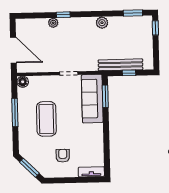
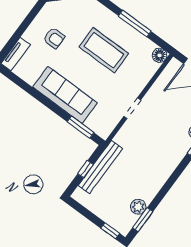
plant: (102, 23) -> (138, 207), moved
sofa: (92, 99) -> (65, 95), moved

